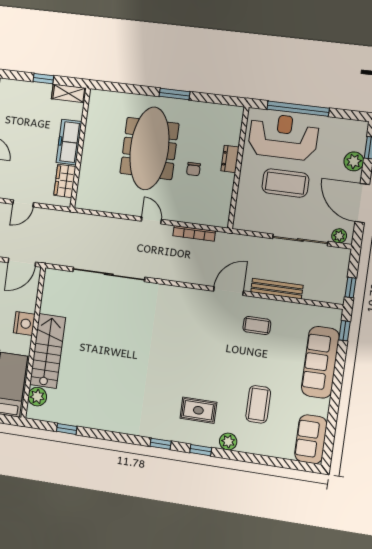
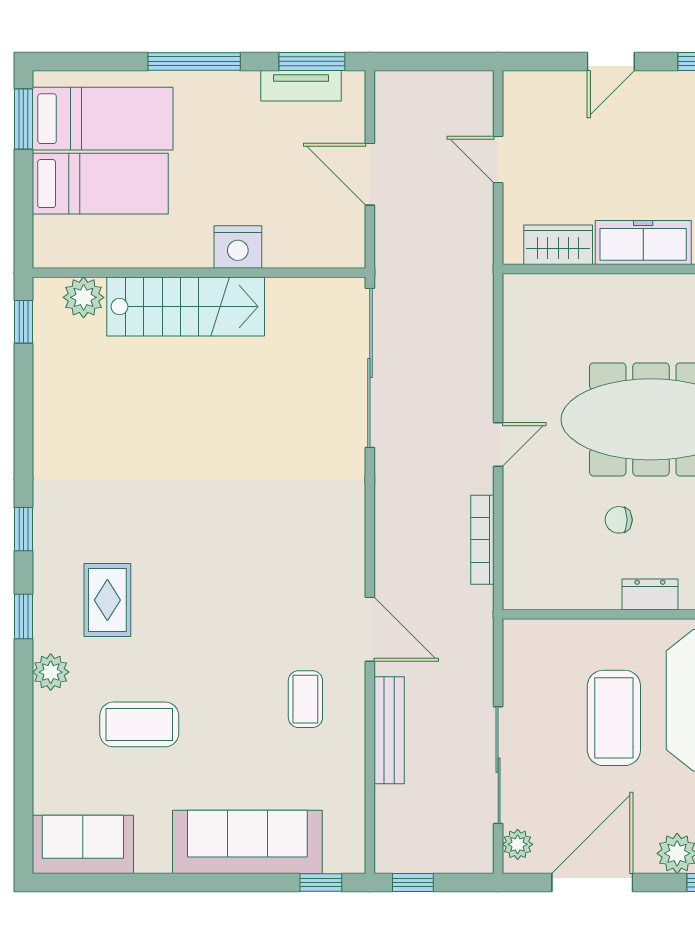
nightstand: (24, 323) -> (238, 247), moved
wall: (33, 343) -> (199, 273), moved
stairs: (48, 351) -> (186, 307), moved
plant: (37, 397) -> (84, 297), moved

